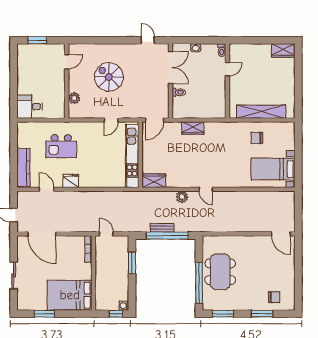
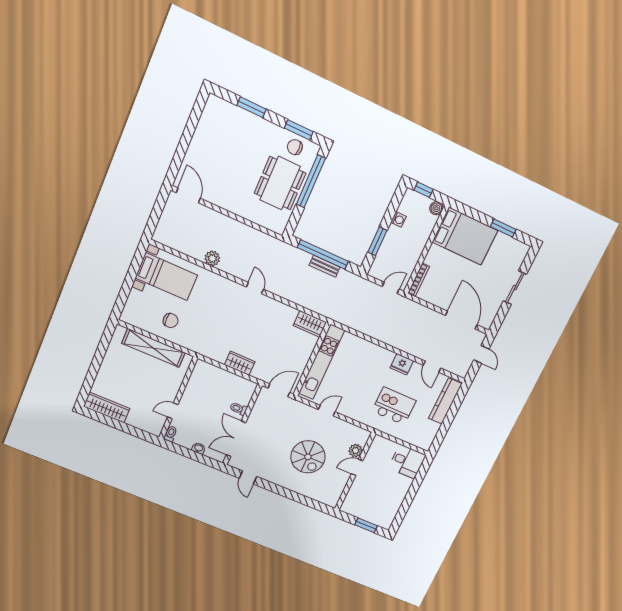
wardrobe: (283, 50) -> (107, 408), width x1.50
door: (67, 62) -> (357, 467), moved
plant: (182, 197) -> (212, 258), moved
door: (106, 234) -> (391, 288), swing flipped
chair: (274, 297) -> (295, 147), moved
boiler: (100, 305) -> (436, 208), added
washing machine: (124, 306) -> (399, 219), moved

